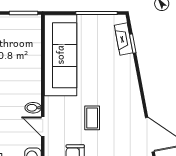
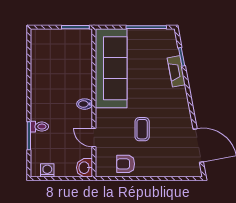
fireplace: (124, 39) -> (176, 71), moved
bidet: (33, 108) -> (85, 104), moved

